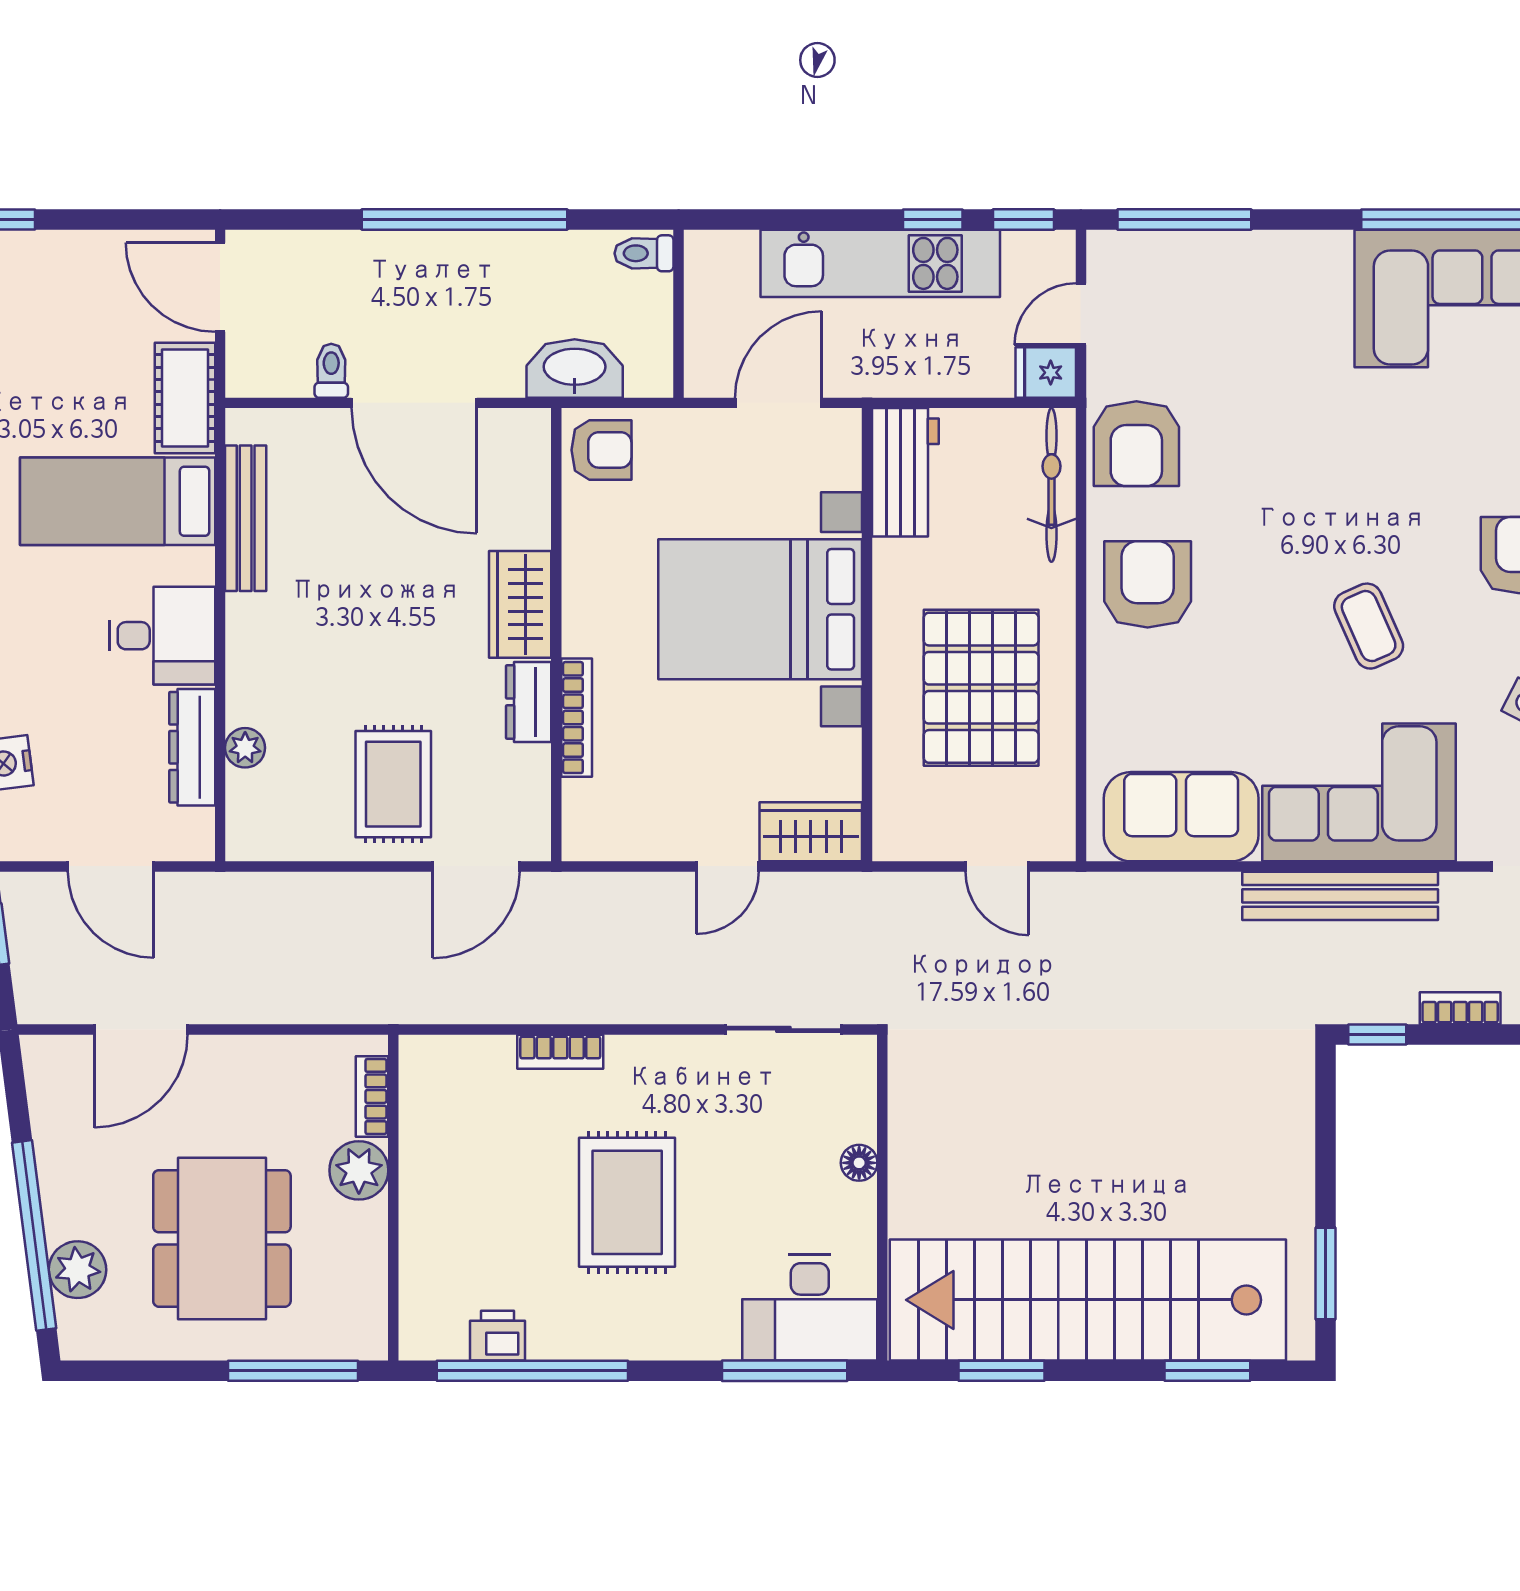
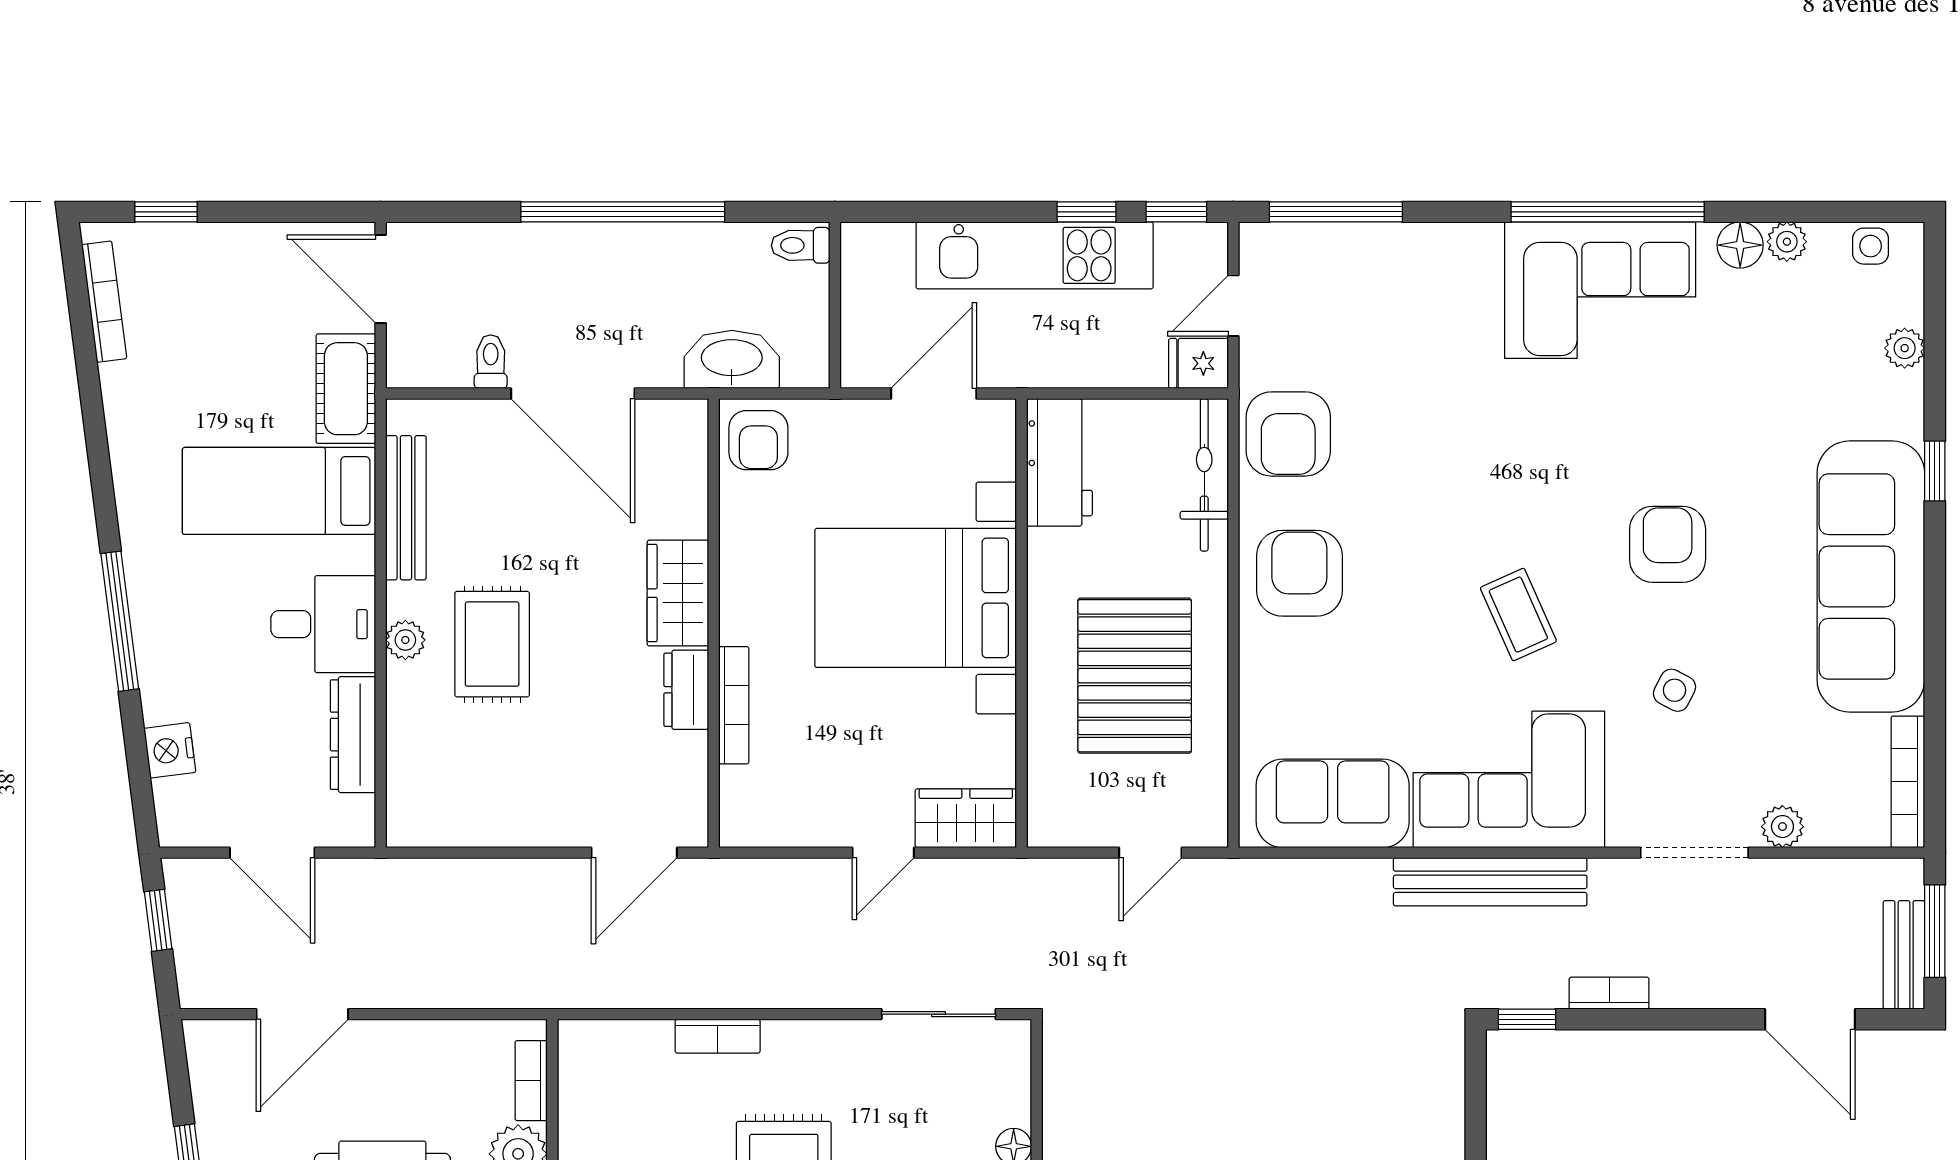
armchair: (601, 450) -> (758, 440), turned 90
plant: (245, 748) -> (405, 640), moved
rug: (393, 784) -> (492, 644), moved
door: (997, 866) -> (1150, 853), hinge flipped

